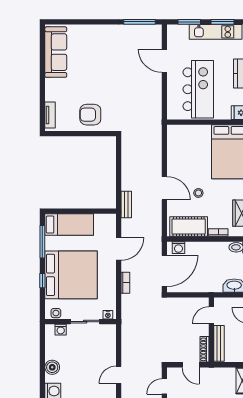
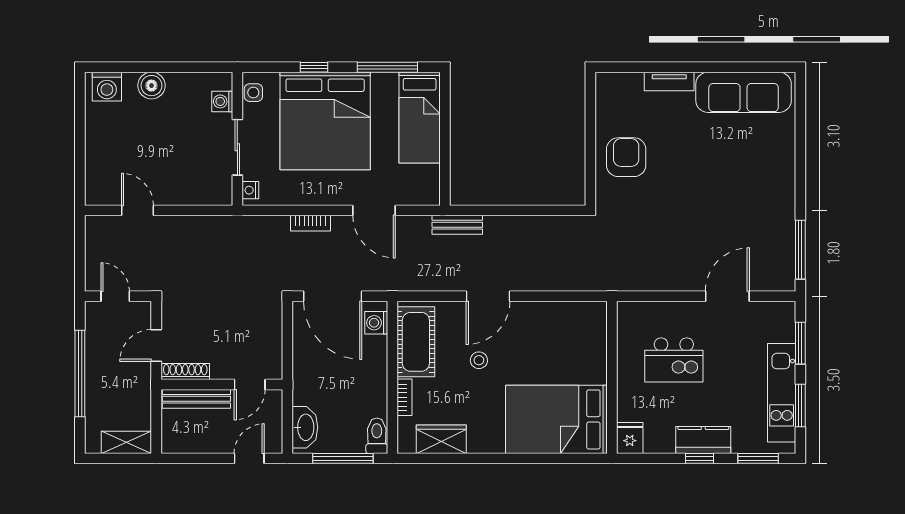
kitchen island: (198, 89) -> (674, 360), width x0.54, depth x0.78
tv unit: (50, 115) -> (669, 81), moved
door: (211, 315) -> (250, 384), swing flipped

